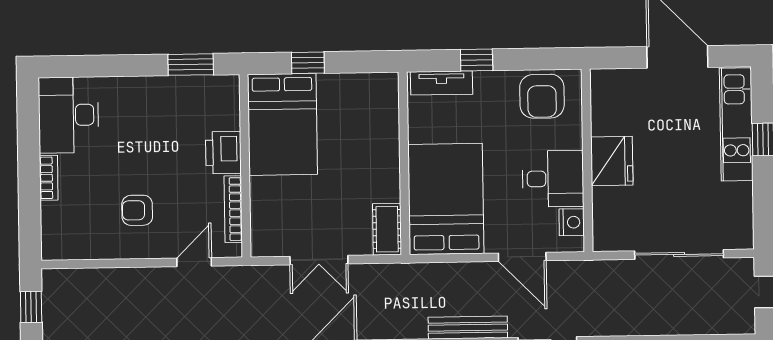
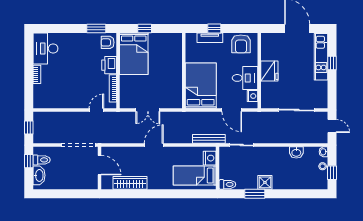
tv unit: (441, 83) -> (210, 38), moved
armchair: (137, 210) -> (108, 42), moved
cot: (387, 229) -> (176, 98), removed

